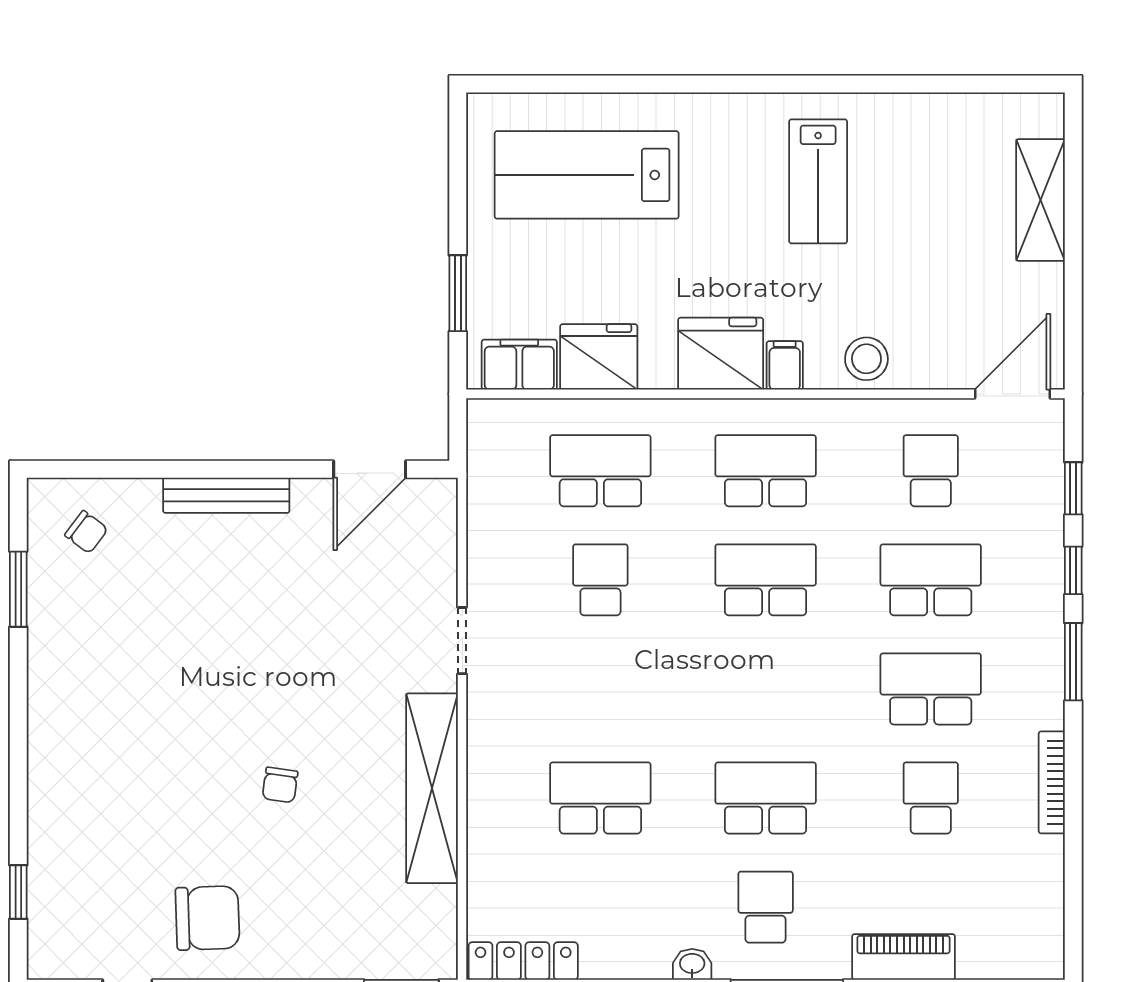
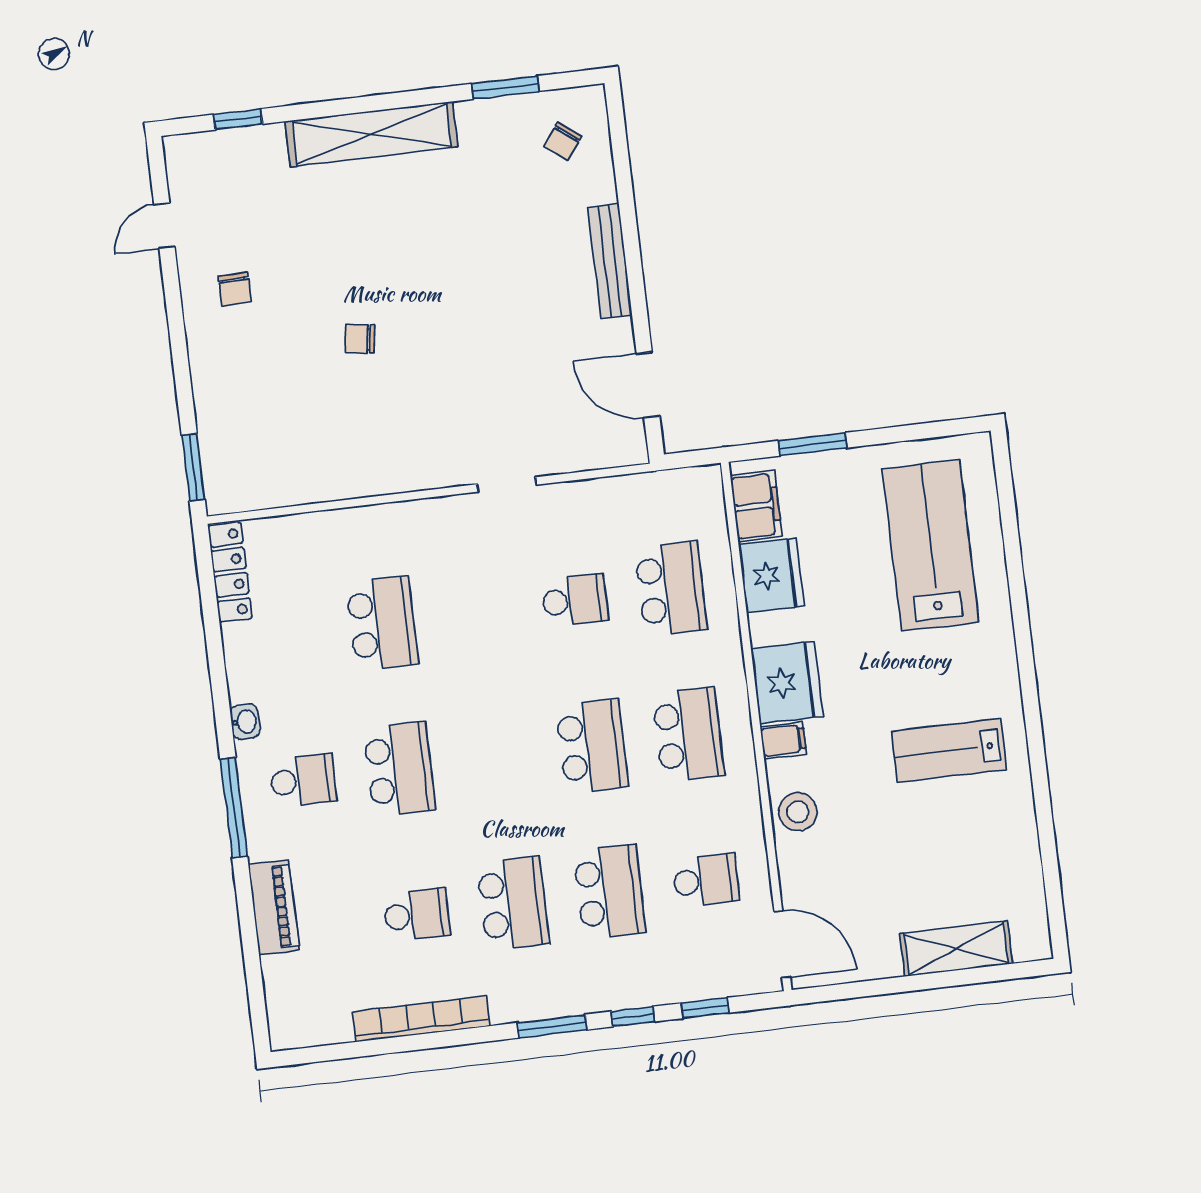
bookcase: (1052, 782) -> (421, 1019), width x1.48, depth x1.31
shelving: (432, 788) -> (371, 134), moved
chair: (207, 918) -> (235, 289), width x0.54, depth x0.54

